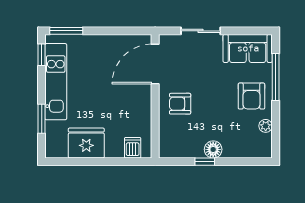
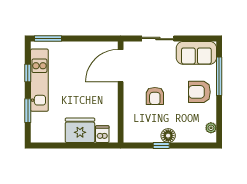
window: (42, 55) -> (28, 73), moved
armchair: (251, 96) -> (199, 92), turned 90
armchair: (180, 104) -> (155, 96), moved, turned -90
plant: (266, 126) -> (211, 128), moved
fridge: (86, 143) -> (80, 130), moved

